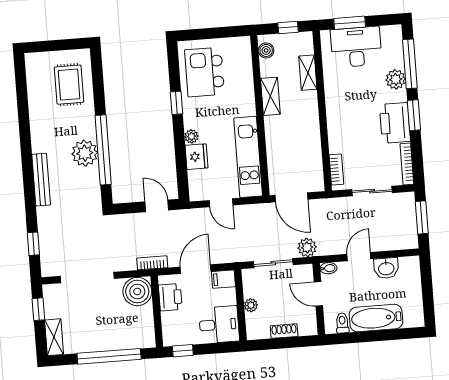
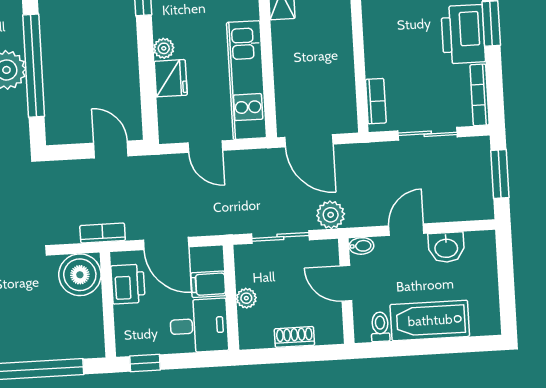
door: (196, 269) -> (166, 244), swing flipped
filing cabinet: (223, 279) -> (208, 284), moved

